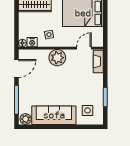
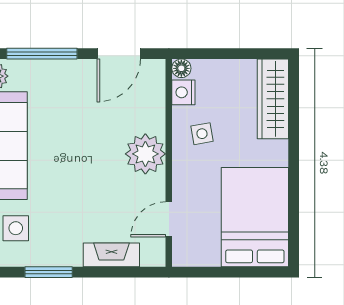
door: (84, 48) -> (169, 219), swing flipped
fireplace: (98, 61) -> (111, 255), moved
door: (16, 68) -> (119, 54), hinge flipped

